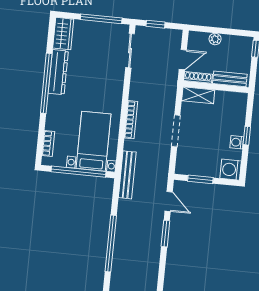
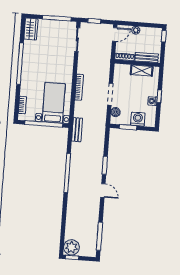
door: (183, 60) -> (115, 34), moved
dresser: (58, 72) -> (28, 56), removed
shelving: (198, 95) -> (142, 71), moved
boiler: (183, 157) -> (115, 112), added
washing machine: (231, 170) -> (138, 119), moved, turned 90
bench: (127, 175) -> (77, 130), width x0.73
door: (169, 201) -> (103, 190), moved

